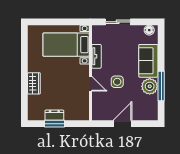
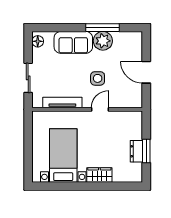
bed with nightstands: (66, 45) -> (63, 155), moved, turned 180
tv unit: (96, 56) -> (62, 103), width x1.41

